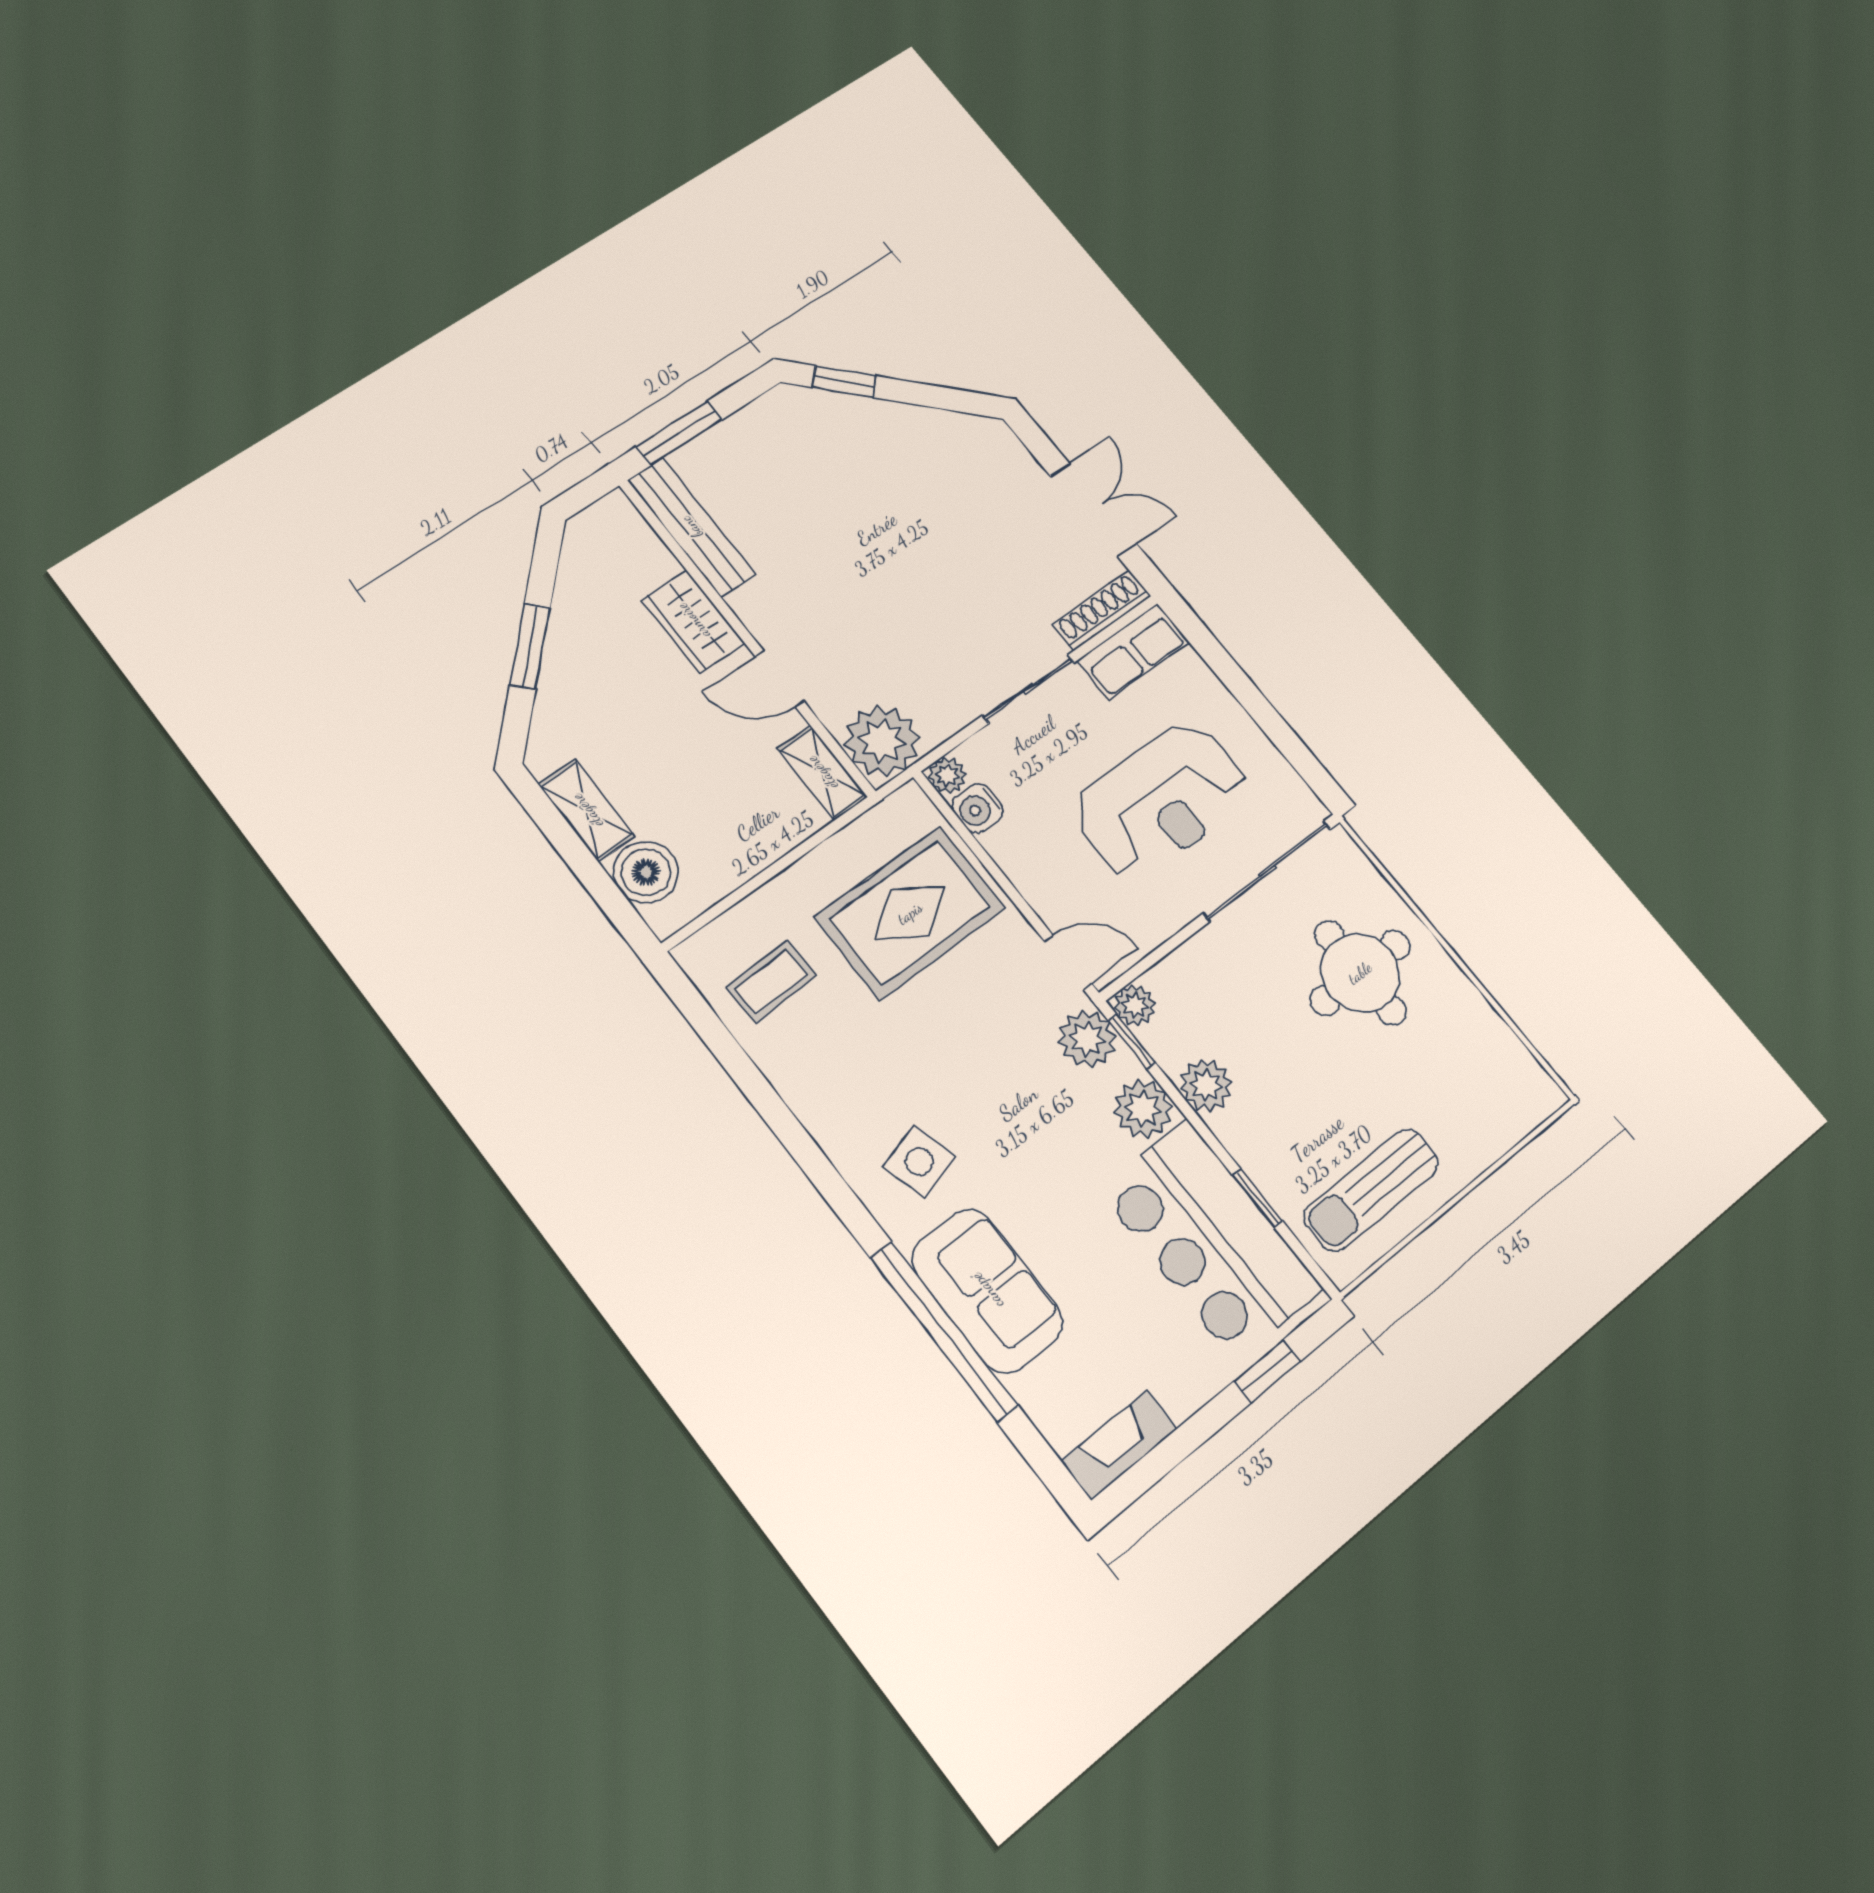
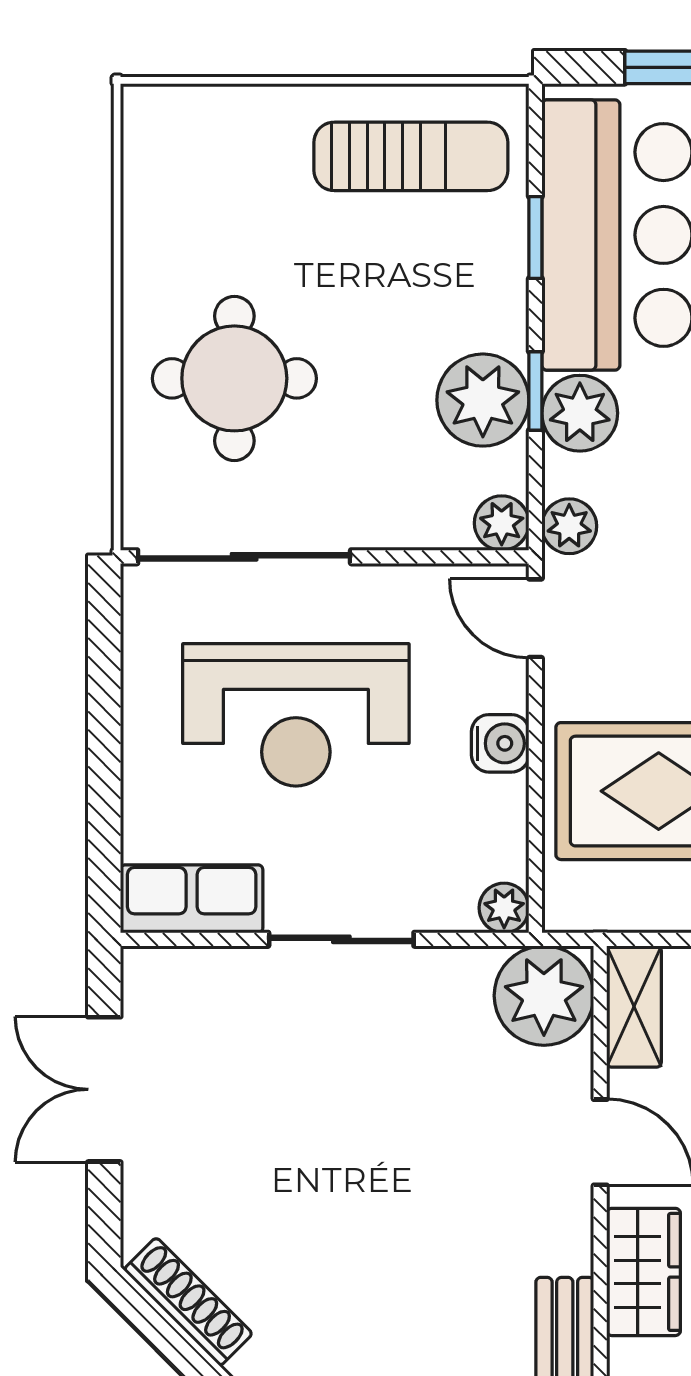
shoe rack: (1102, 610) -> (188, 1302), moved, turned -135
reception desk: (1161, 800) -> (296, 715), turned 180
water cooler: (978, 808) -> (500, 743), moved
plant: (1087, 1039) -> (569, 526), width x0.73, depth x0.73
window: (1132, 1042) -> (535, 391), moved
plant: (1206, 1085) -> (483, 400), width x1.36, depth x1.36

